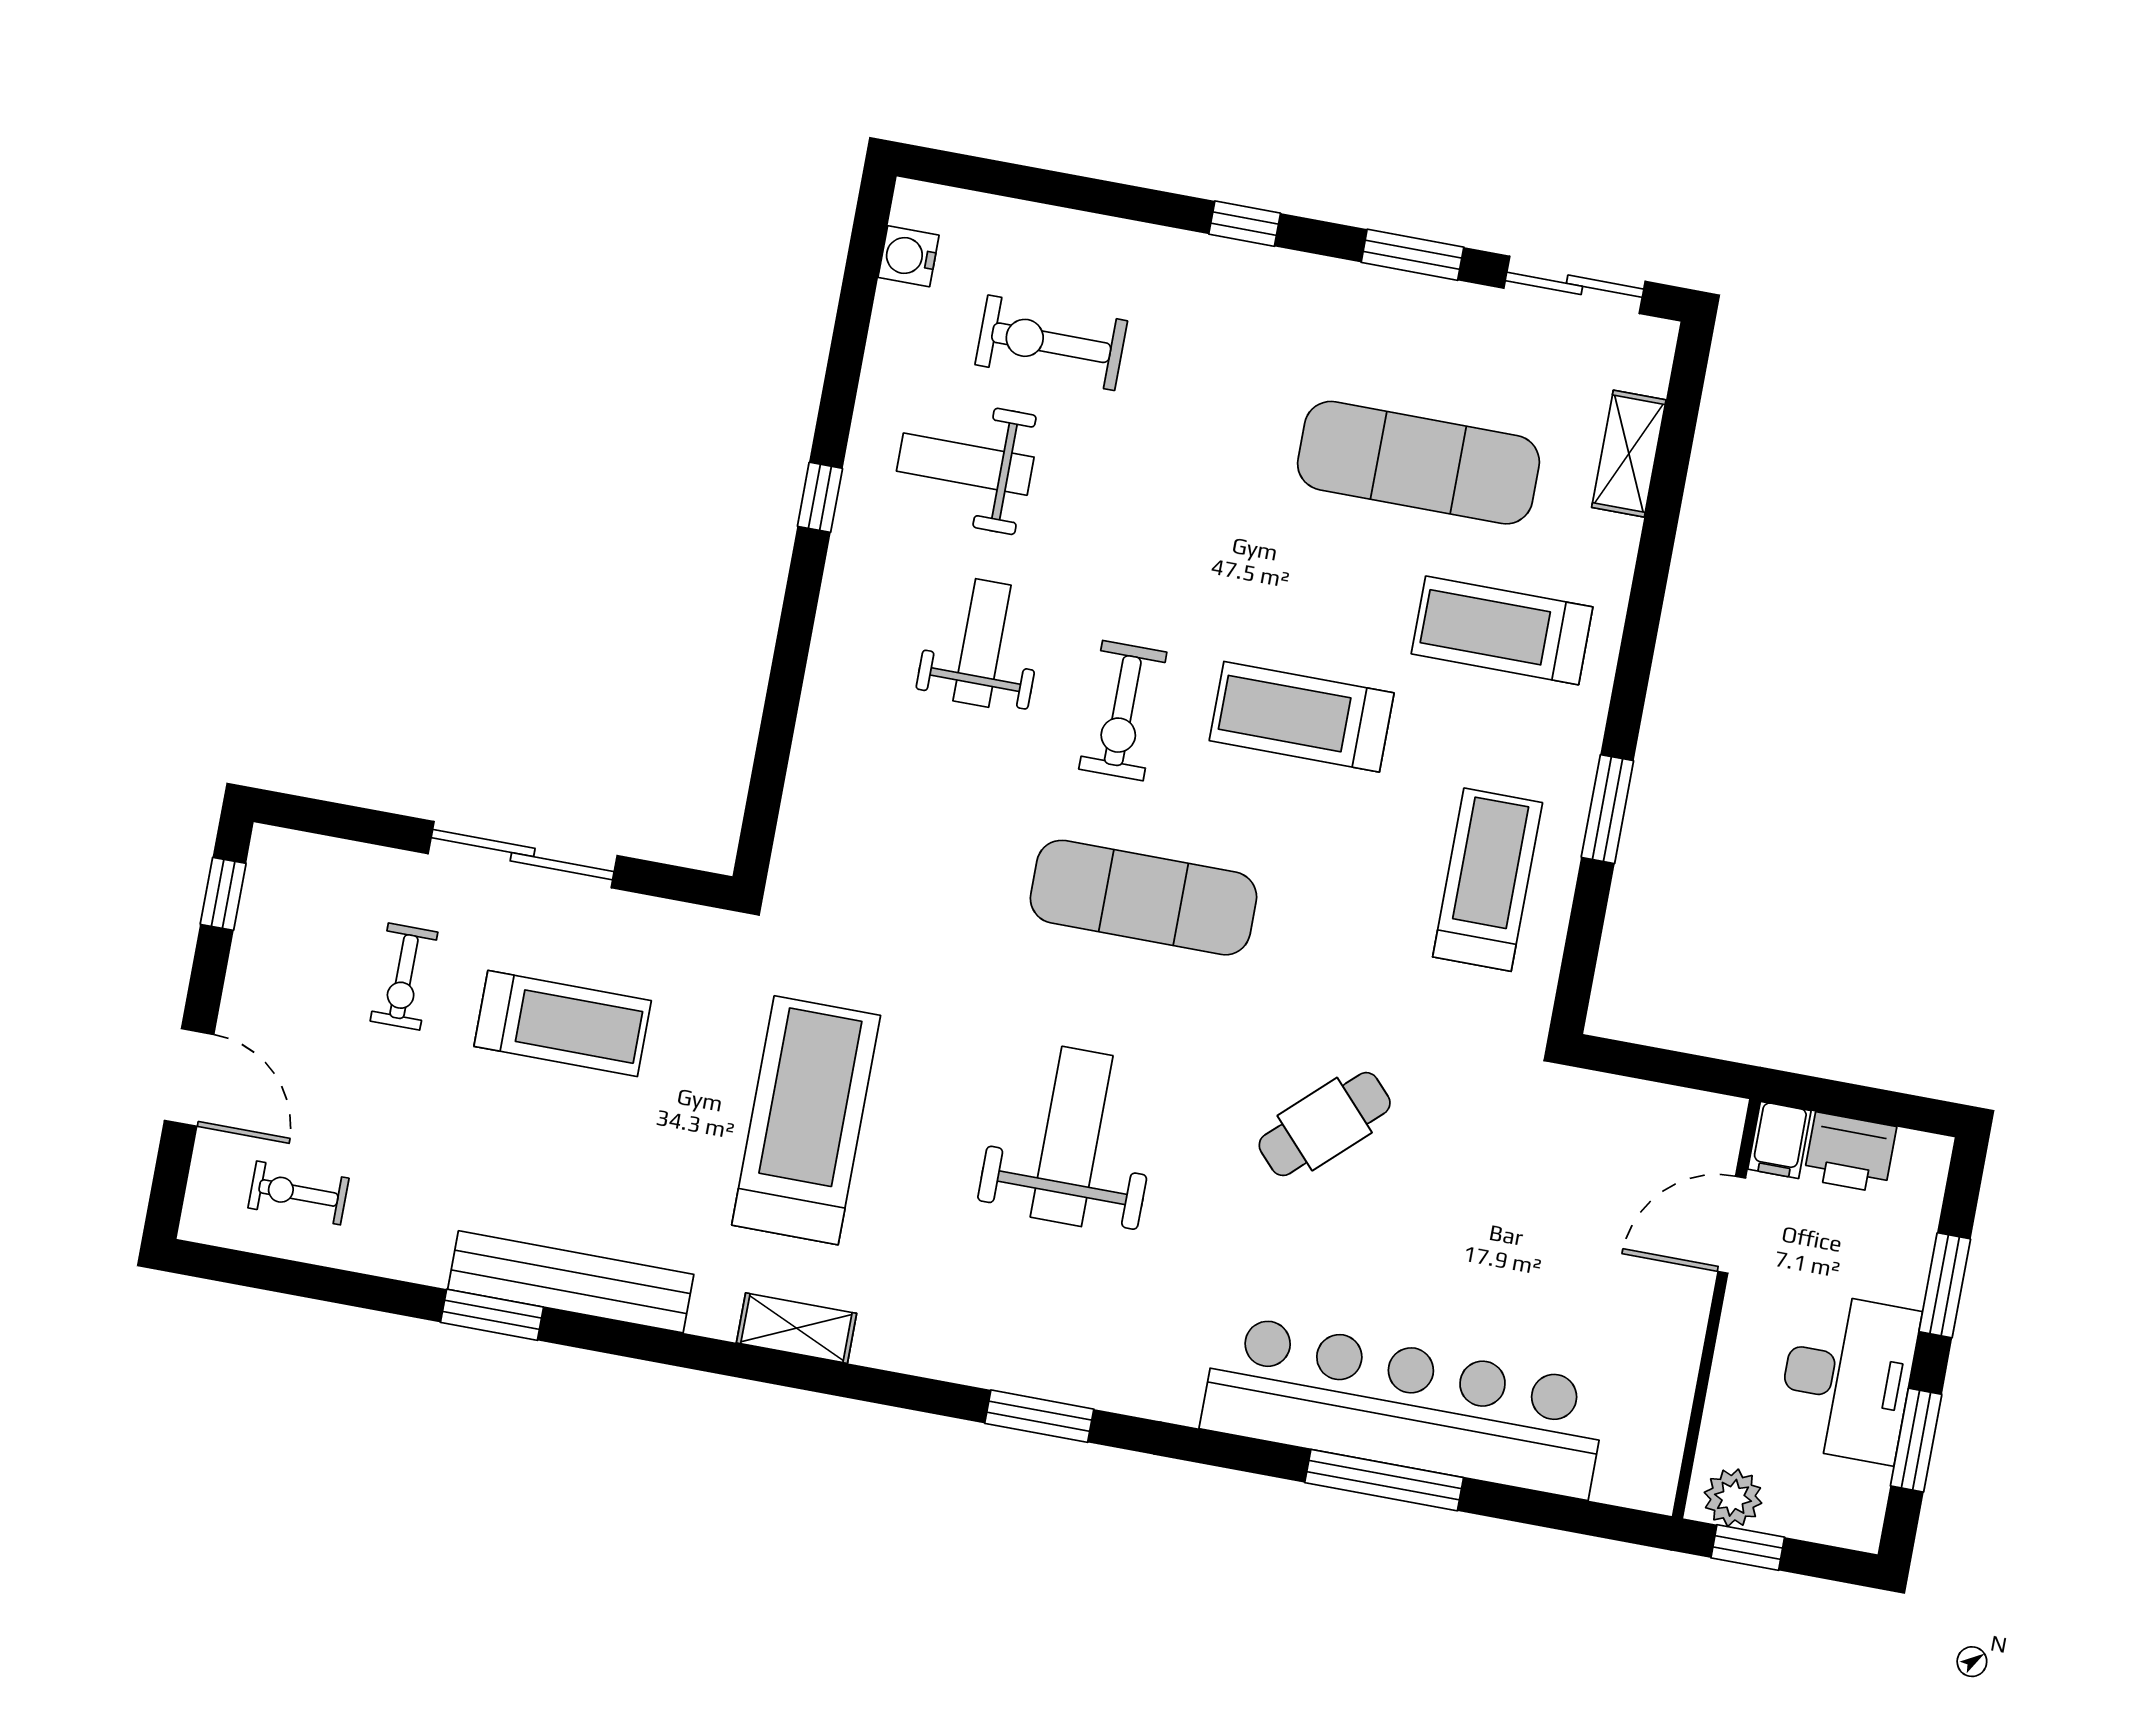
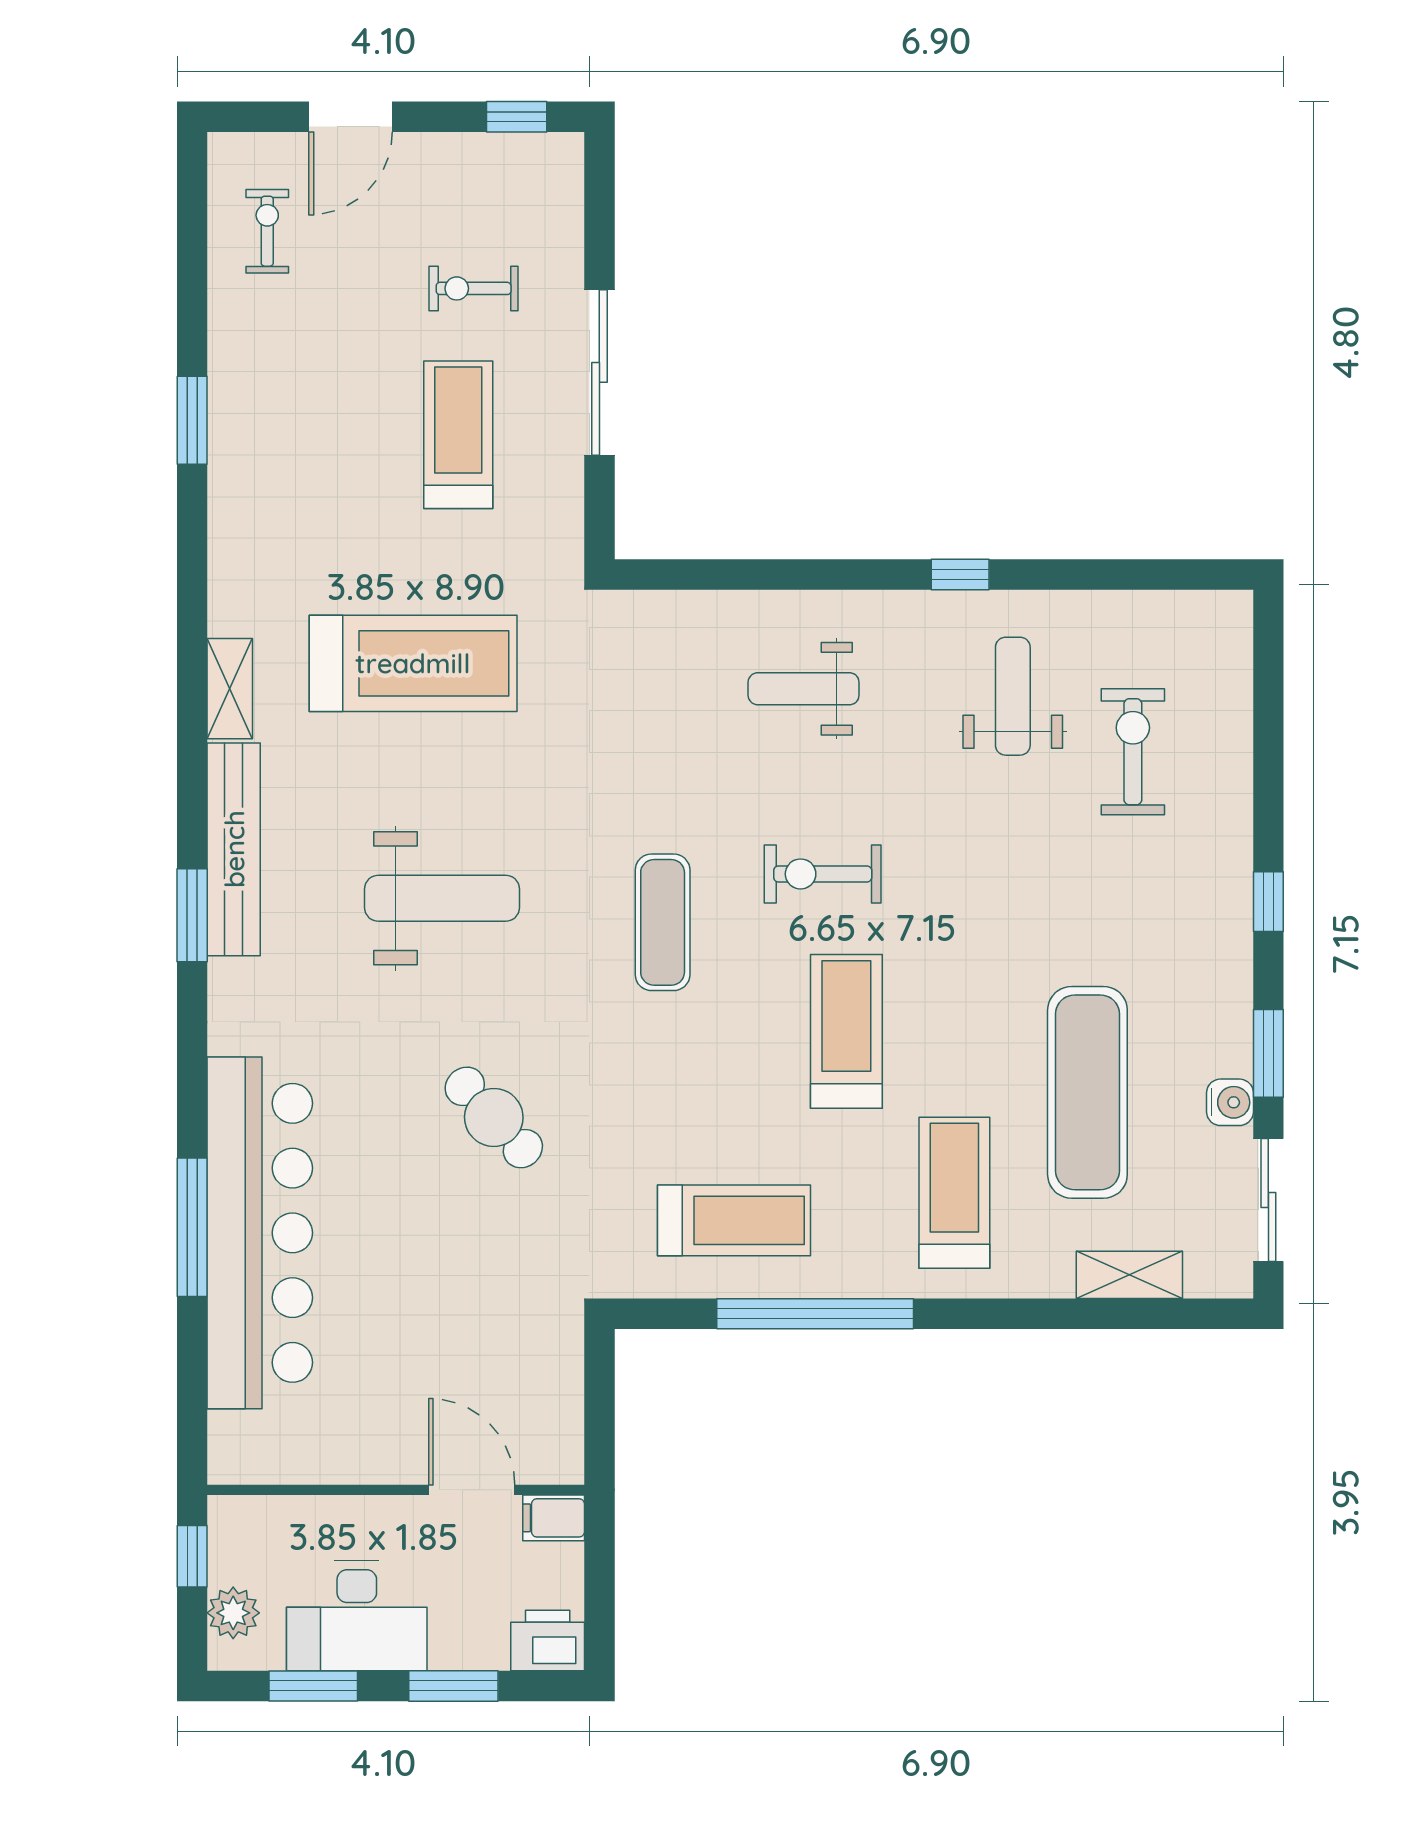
water cooler: (909, 256) -> (1230, 1102), moved, turned 90
weight bench: (982, 643) -> (804, 689), moved, turned 180
window: (1607, 809) -> (815, 1314), width x2.11
exercise mat: (1143, 898) -> (663, 922), width x0.73, depth x0.69
treadmill: (563, 1024) -> (458, 435), turned 180
printer: (1850, 1153) -> (548, 1640), moved, turned 90
bench: (571, 1282) -> (234, 849), moved
plant: (1733, 1498) -> (233, 1613), moved

